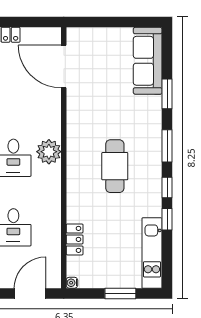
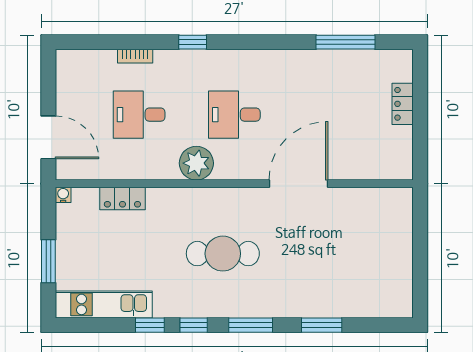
sofa: (148, 61) -> (367, 299), removed
door: (64, 67) -> (298, 184), moved
plant: (49, 152) -> (196, 163), moved

